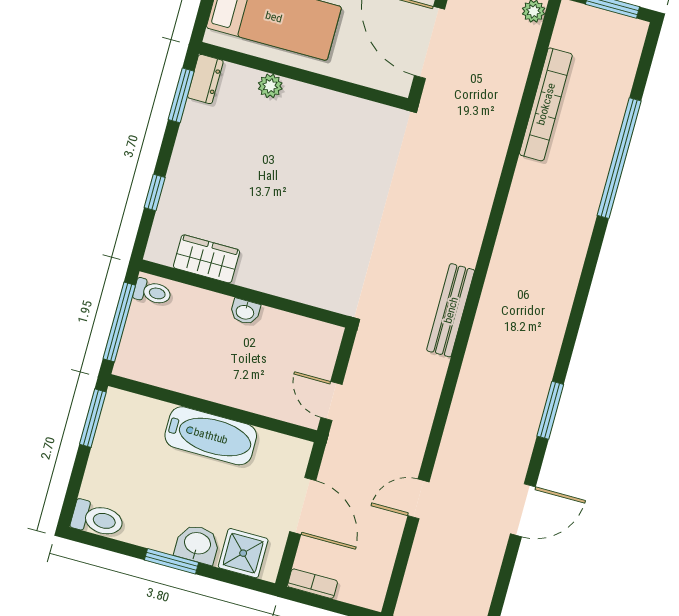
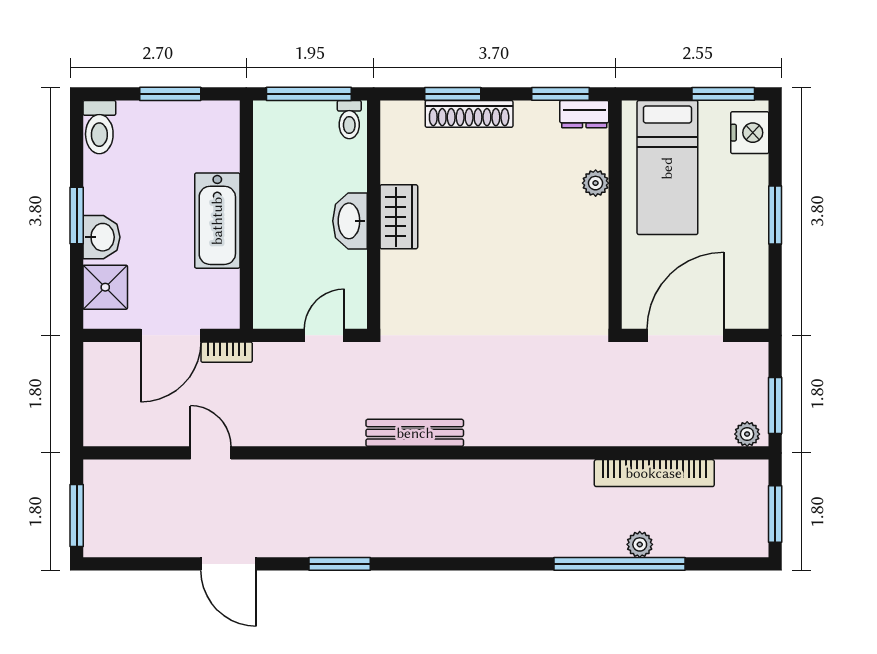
plant: (607, 135) -> (640, 544), added
shoe rack: (177, 183) -> (469, 114), added
window: (155, 193) -> (453, 94), width x1.50
wardrobe: (206, 259) -> (399, 217), moved
washbasin: (245, 312) -> (350, 221), width x1.91, depth x1.45
door: (331, 401) -> (324, 335), moved
window: (93, 418) -> (170, 94), moved
bookcase: (313, 584) -> (227, 352), moved, turned 90

